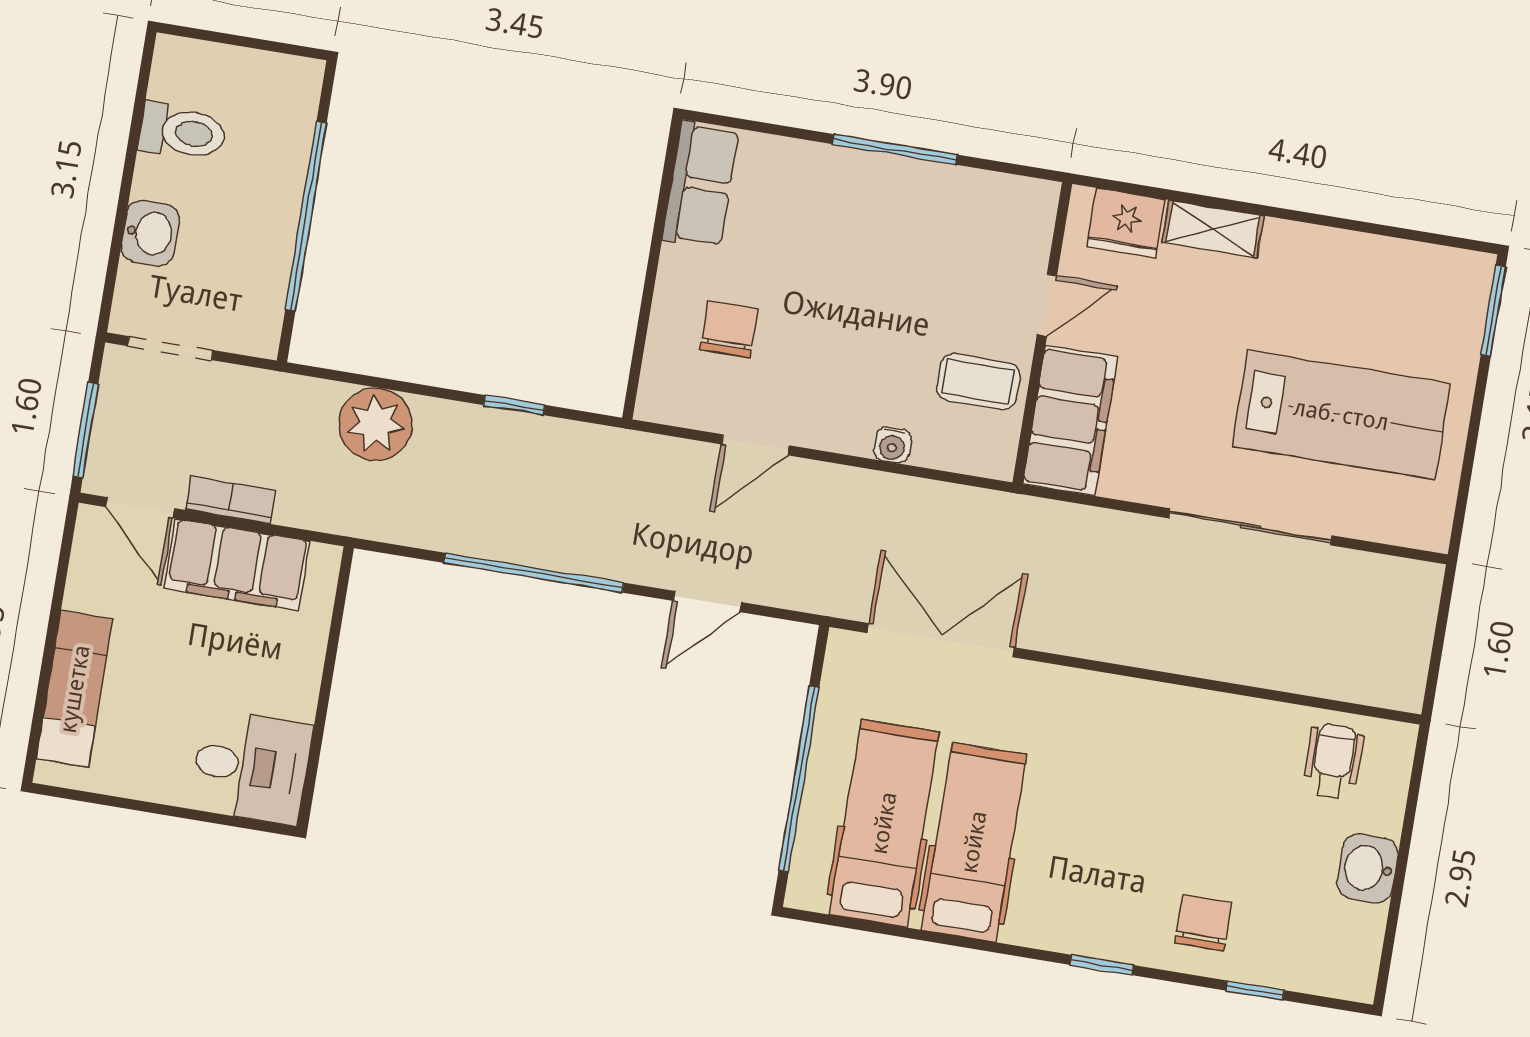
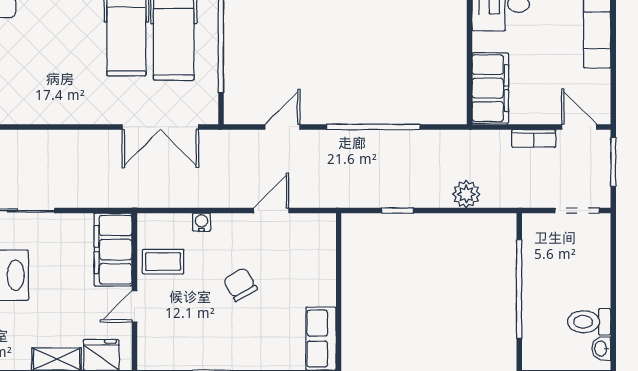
washbasin: (150, 233) -> (601, 349), moved, width x0.72, depth x0.69
chair: (729, 329) -> (240, 285), moved, turned 150
plant: (375, 424) -> (466, 194), width x0.73, depth x0.73
filing cabinet: (237, 565) -> (490, 88), moved, turned 90

